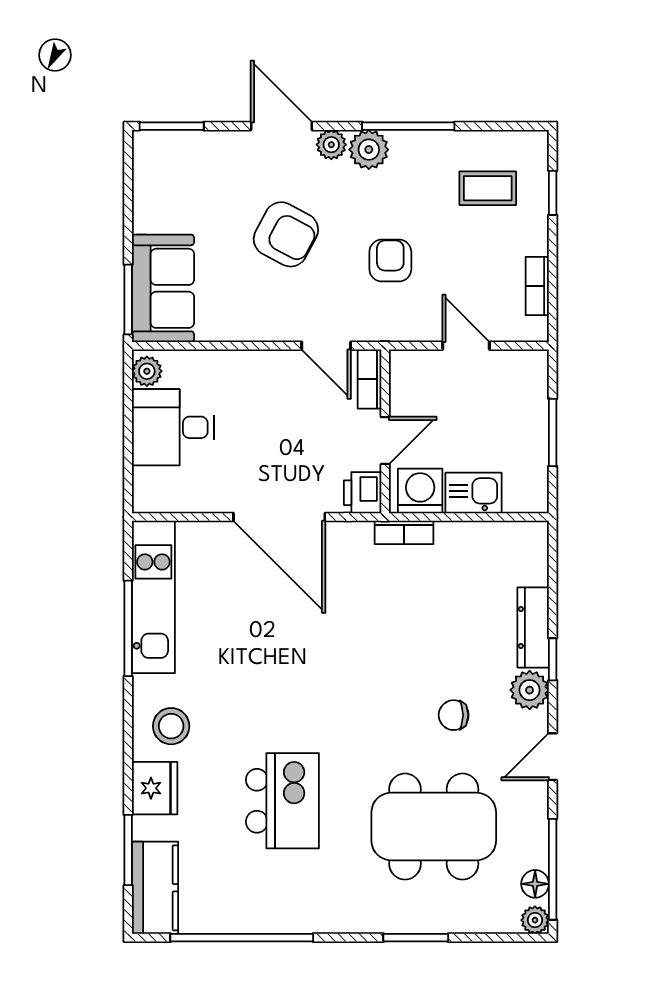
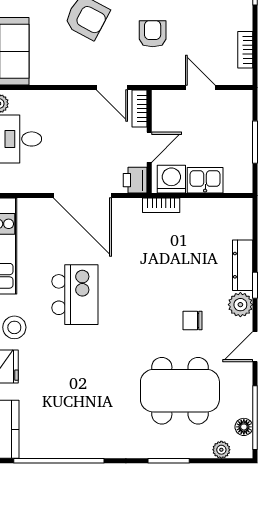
kitchen island: (282, 801) -> (75, 295), moved
plant: (535, 920) -> (221, 450), moved

